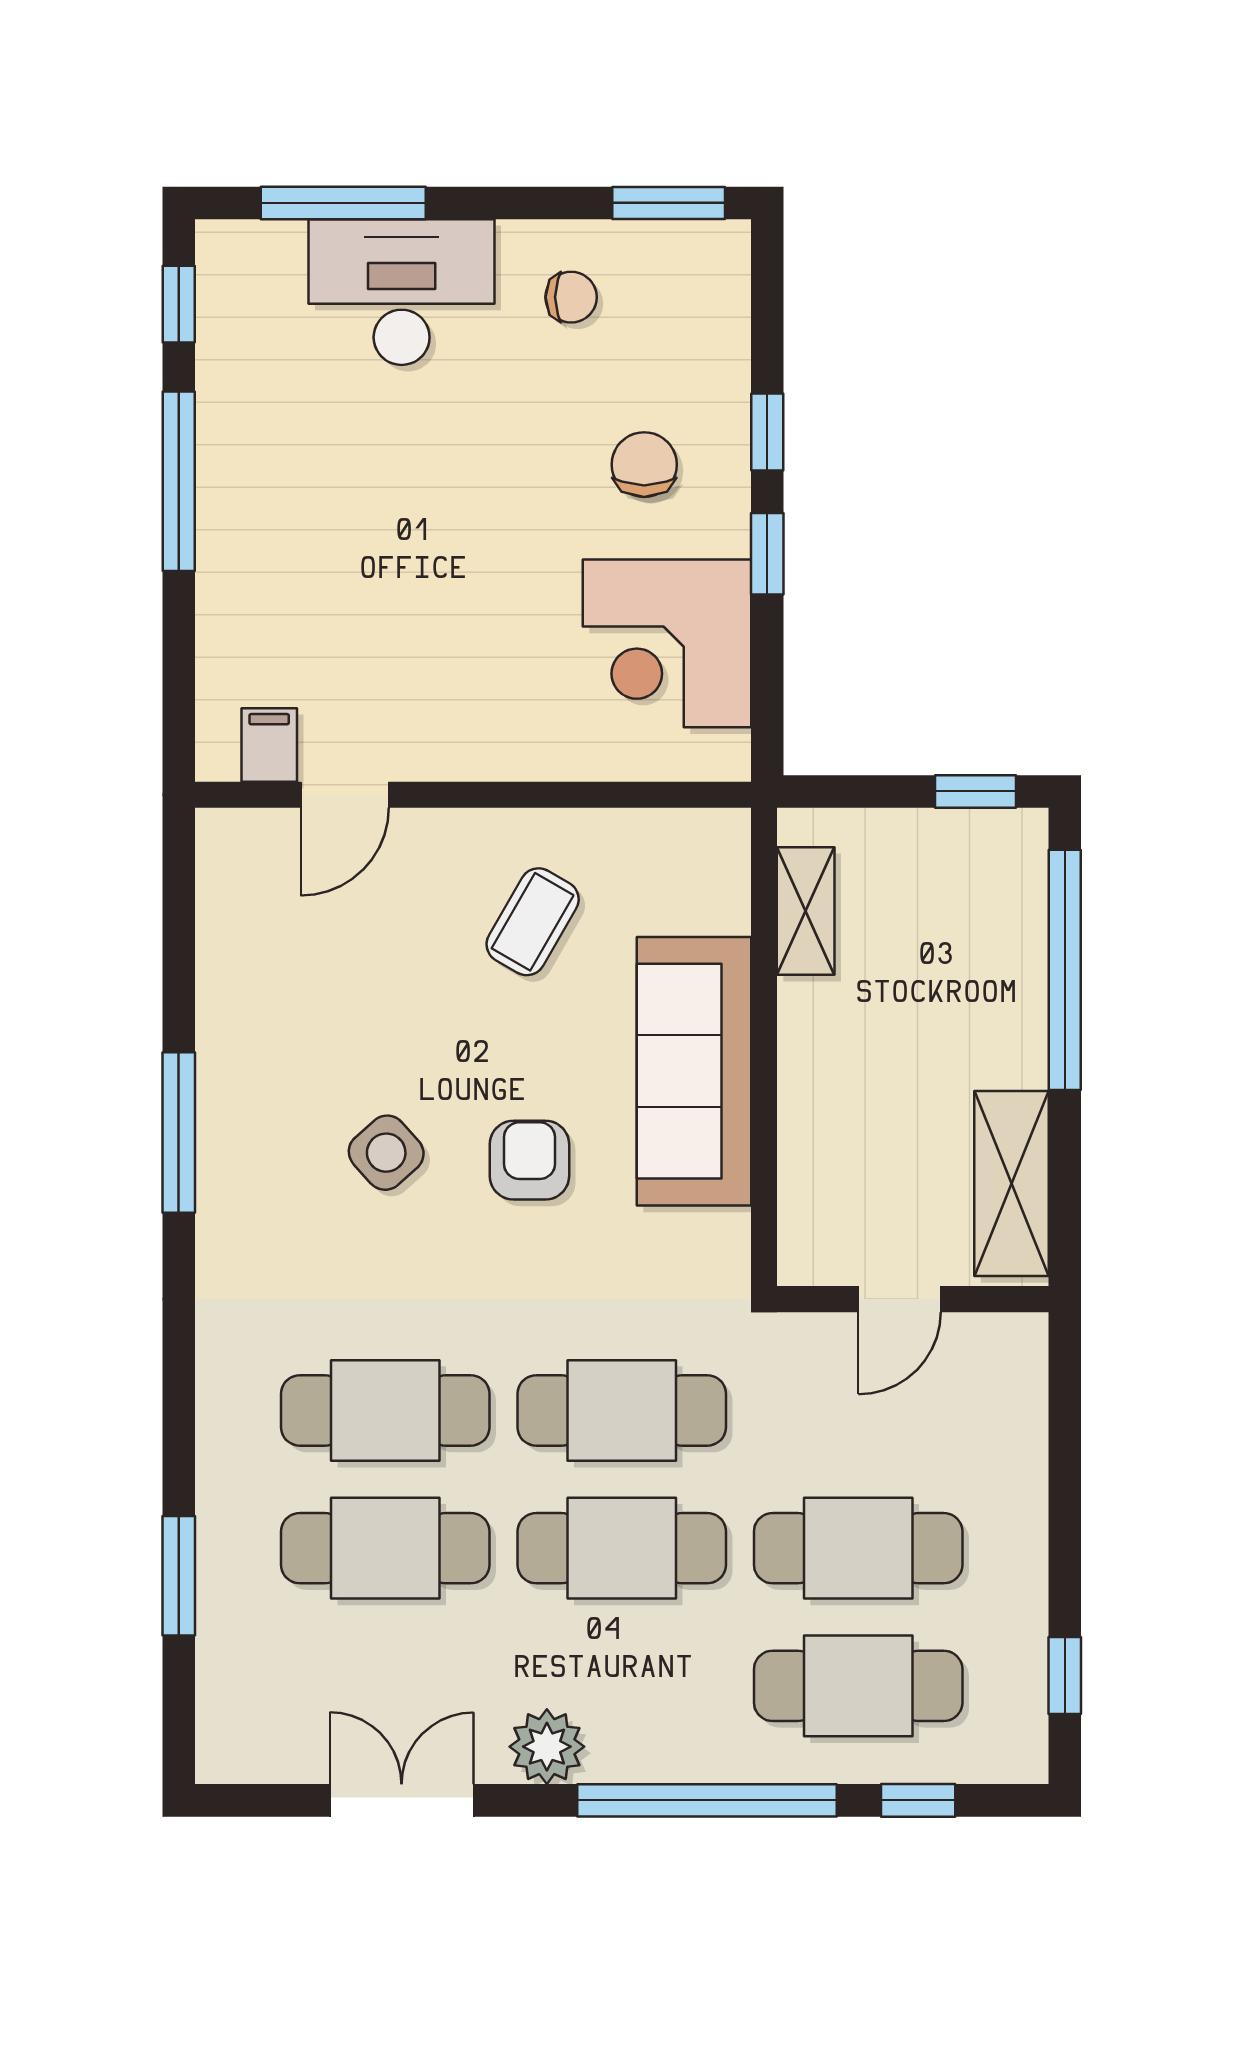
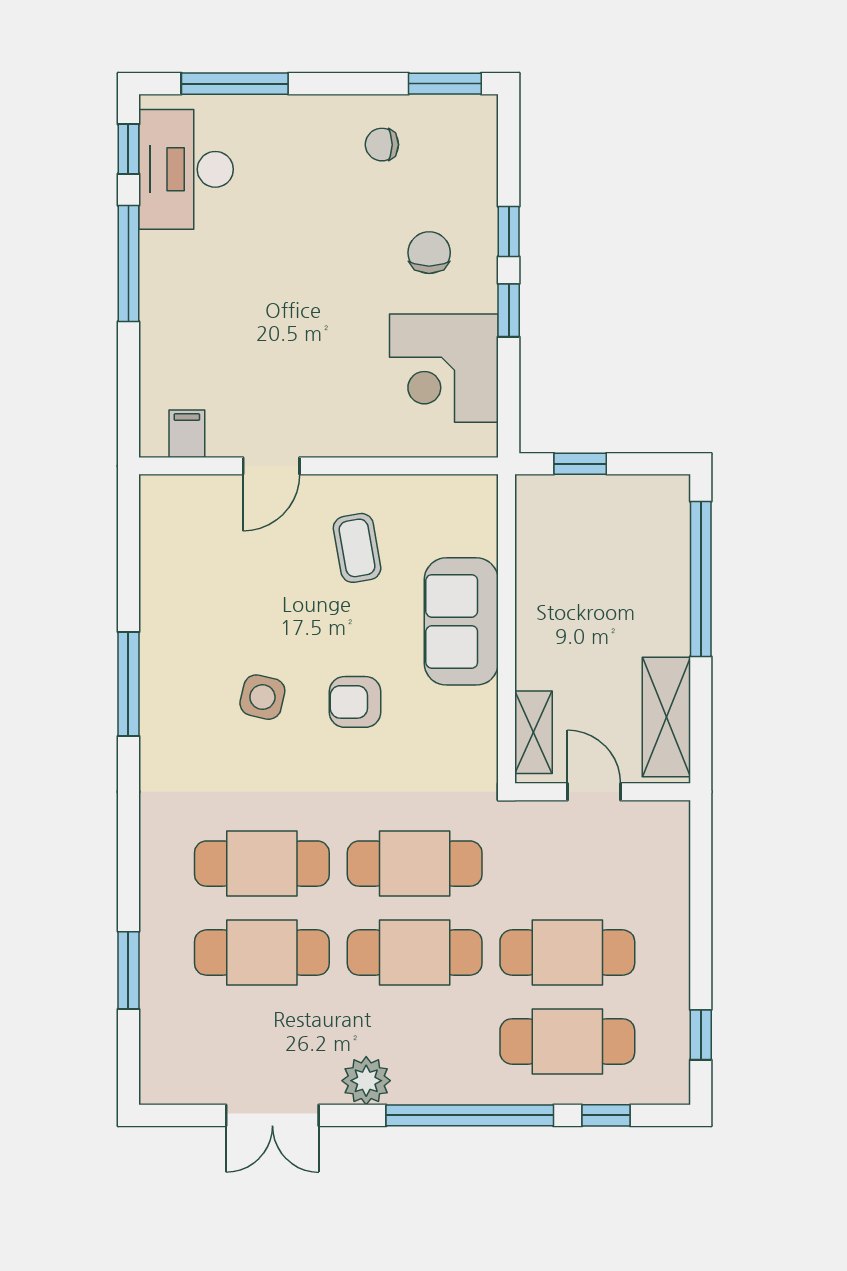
desk: (402, 292) -> (186, 169), moved, turned -90
chair: (571, 297) -> (382, 145), turned 180
window: (975, 791) -> (580, 464), moved
door: (345, 795) -> (271, 466), moved
shelving: (806, 911) -> (533, 732), moved
coffee table: (533, 922) -> (357, 548), turned -40
sofa: (694, 1071) -> (461, 621), width x0.73
side table: (386, 1153) -> (262, 697), turned -35
armchair: (529, 1160) -> (355, 702), turned -90
door: (900, 1299) -> (594, 792), swing flipped
double door: (402, 1800) -> (272, 1115), swing flipped

